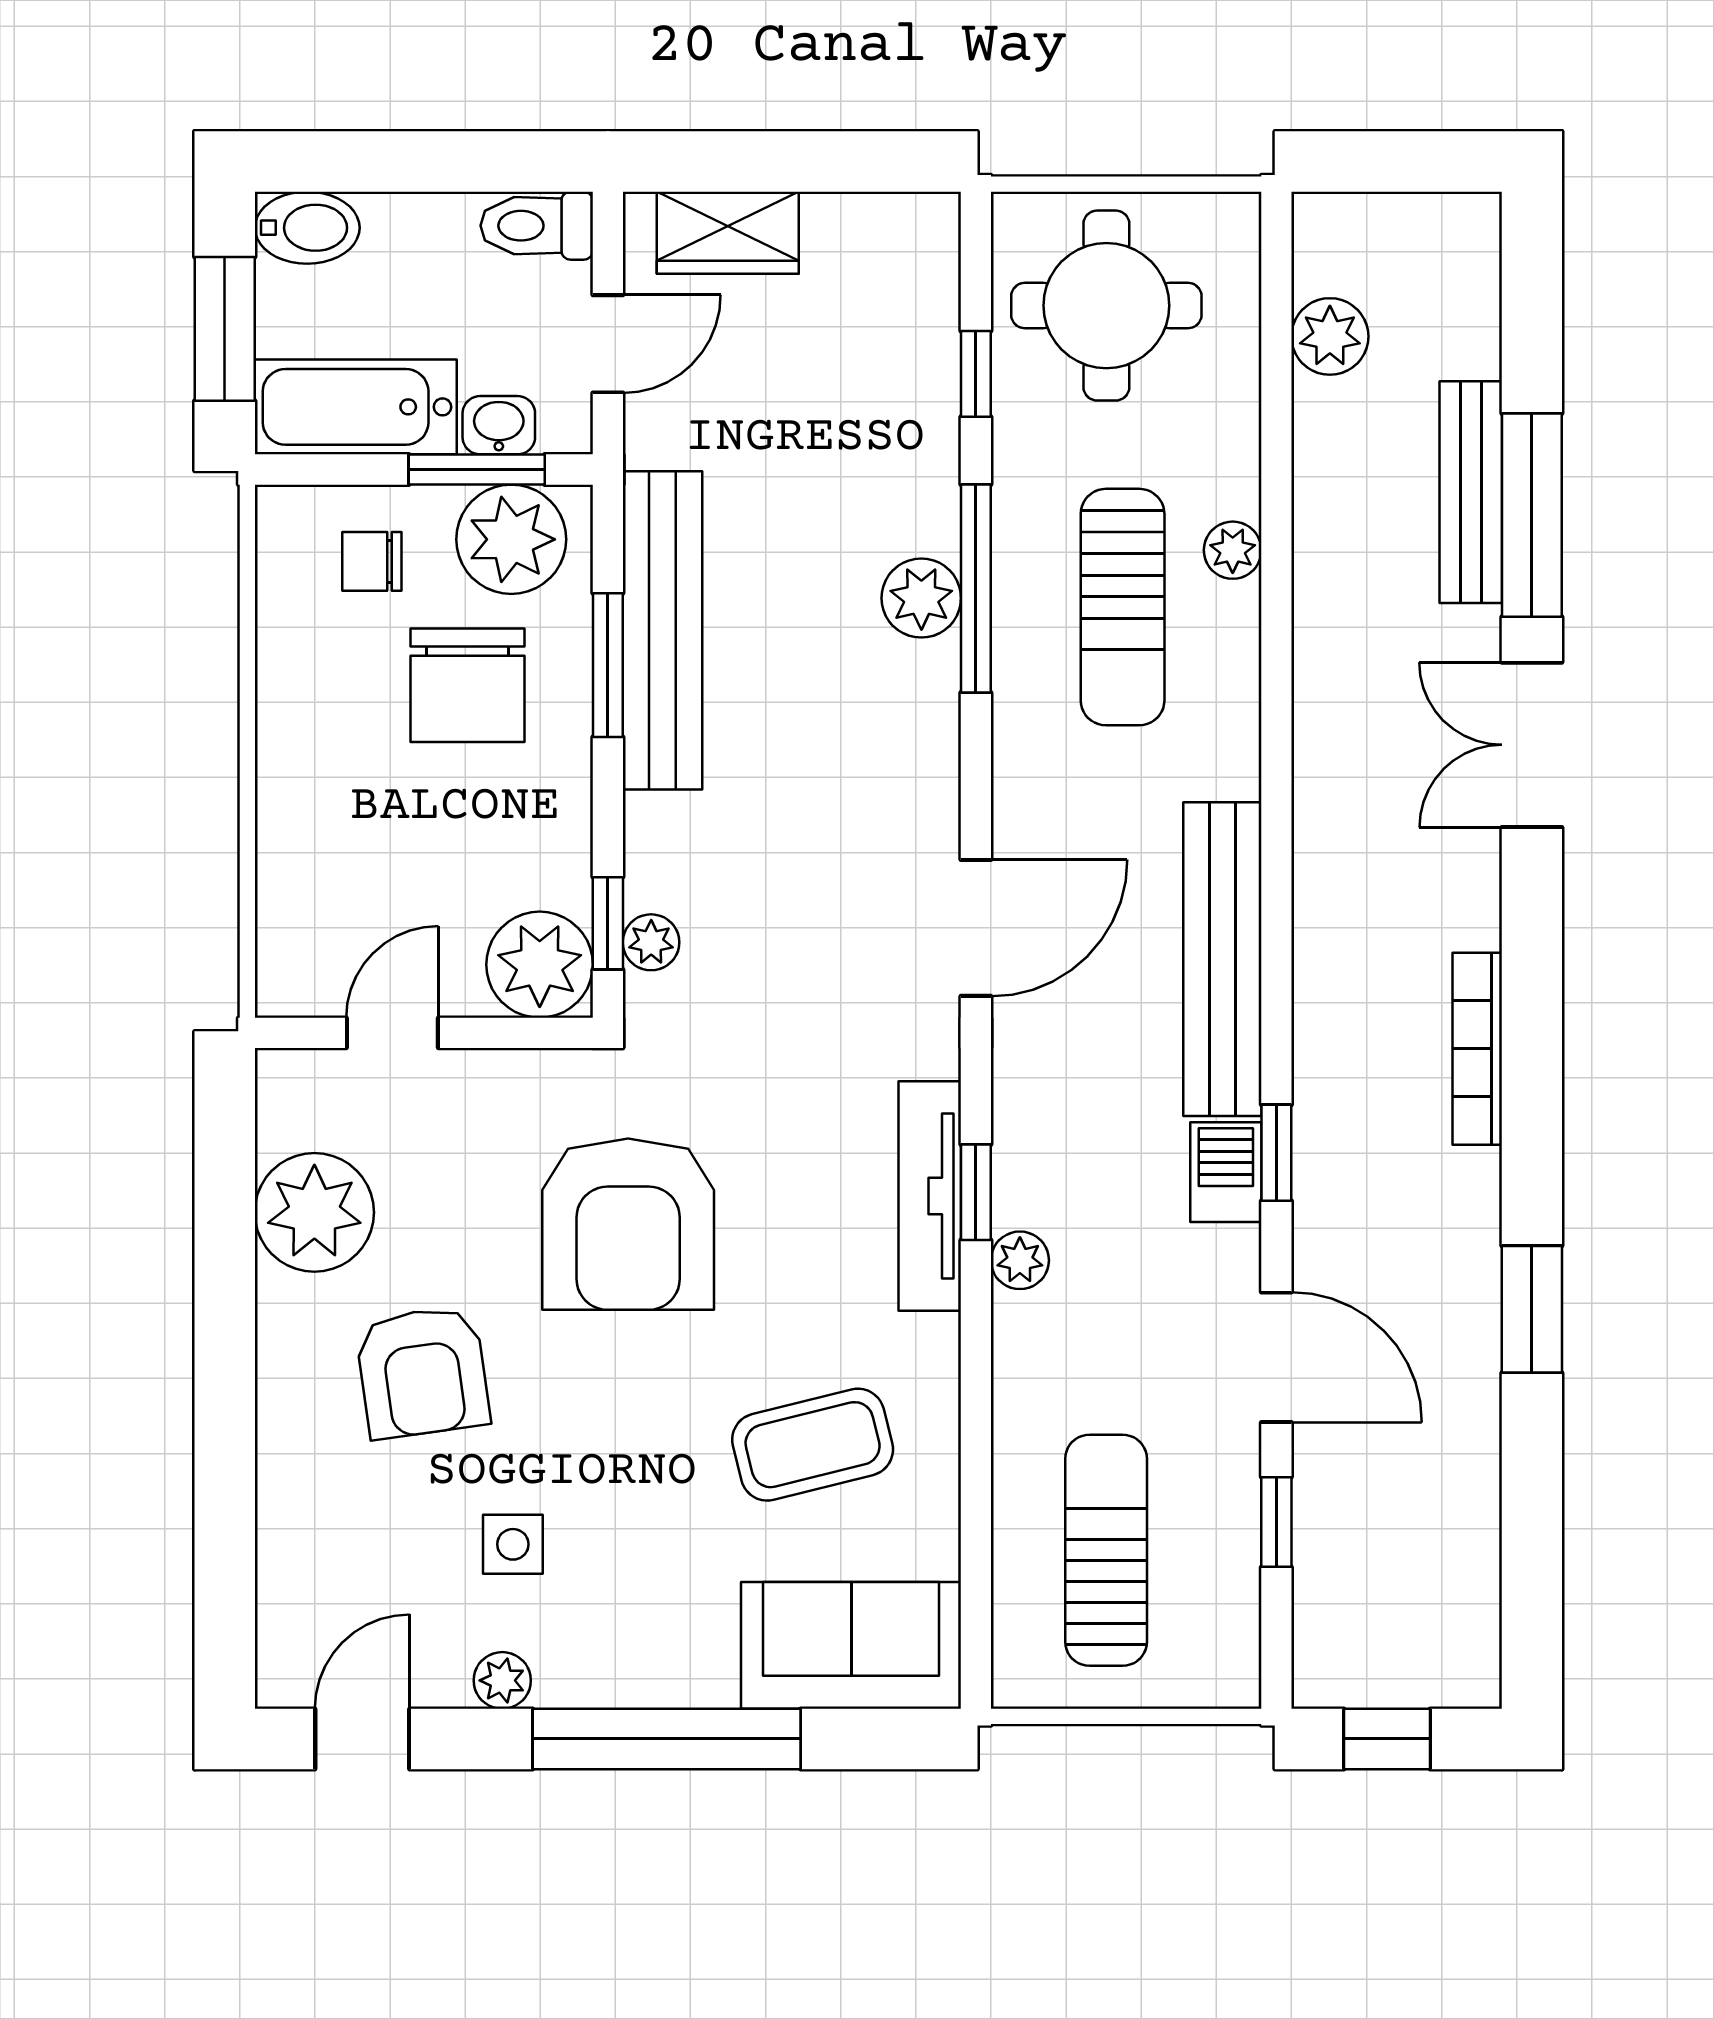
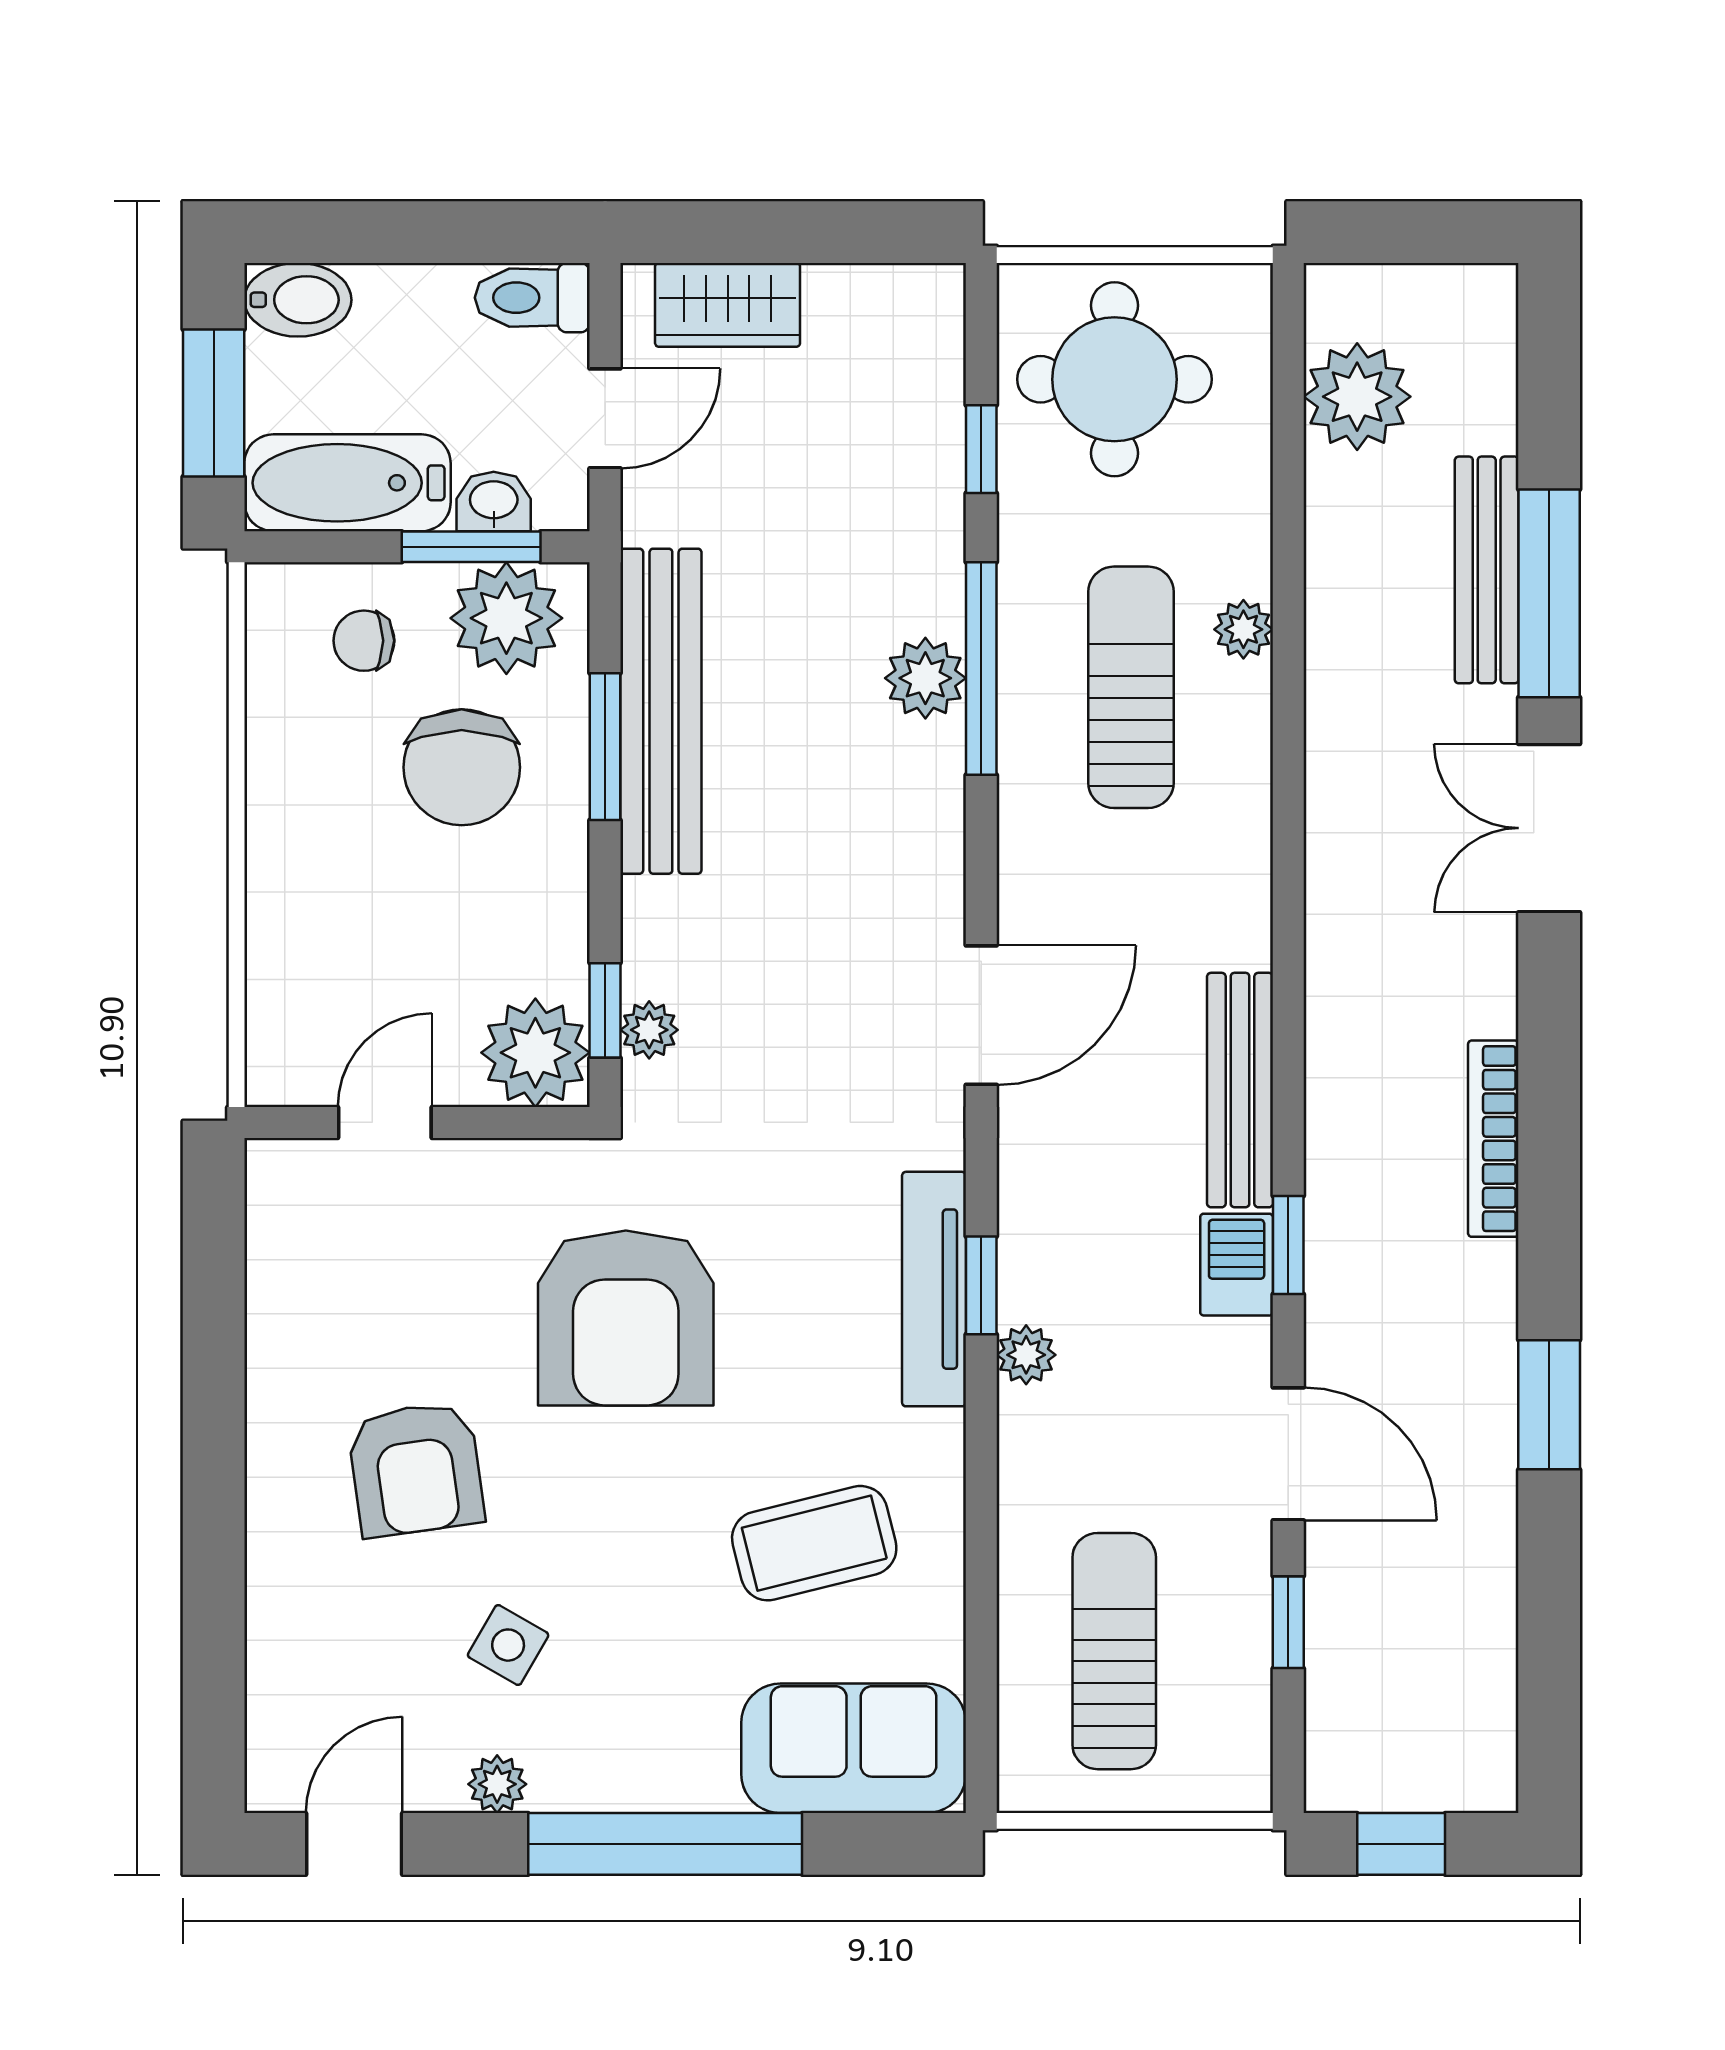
plant: (1330, 336) -> (1357, 397), width x1.36, depth x1.36
sun lounger: (1123, 607) -> (1131, 687), turned 180
bench: (1222, 959) -> (1240, 1090), width x0.73, depth x0.82
plant: (314, 1212) -> (305, 1306), removed
side table: (513, 1544) -> (508, 1645), turned 30

